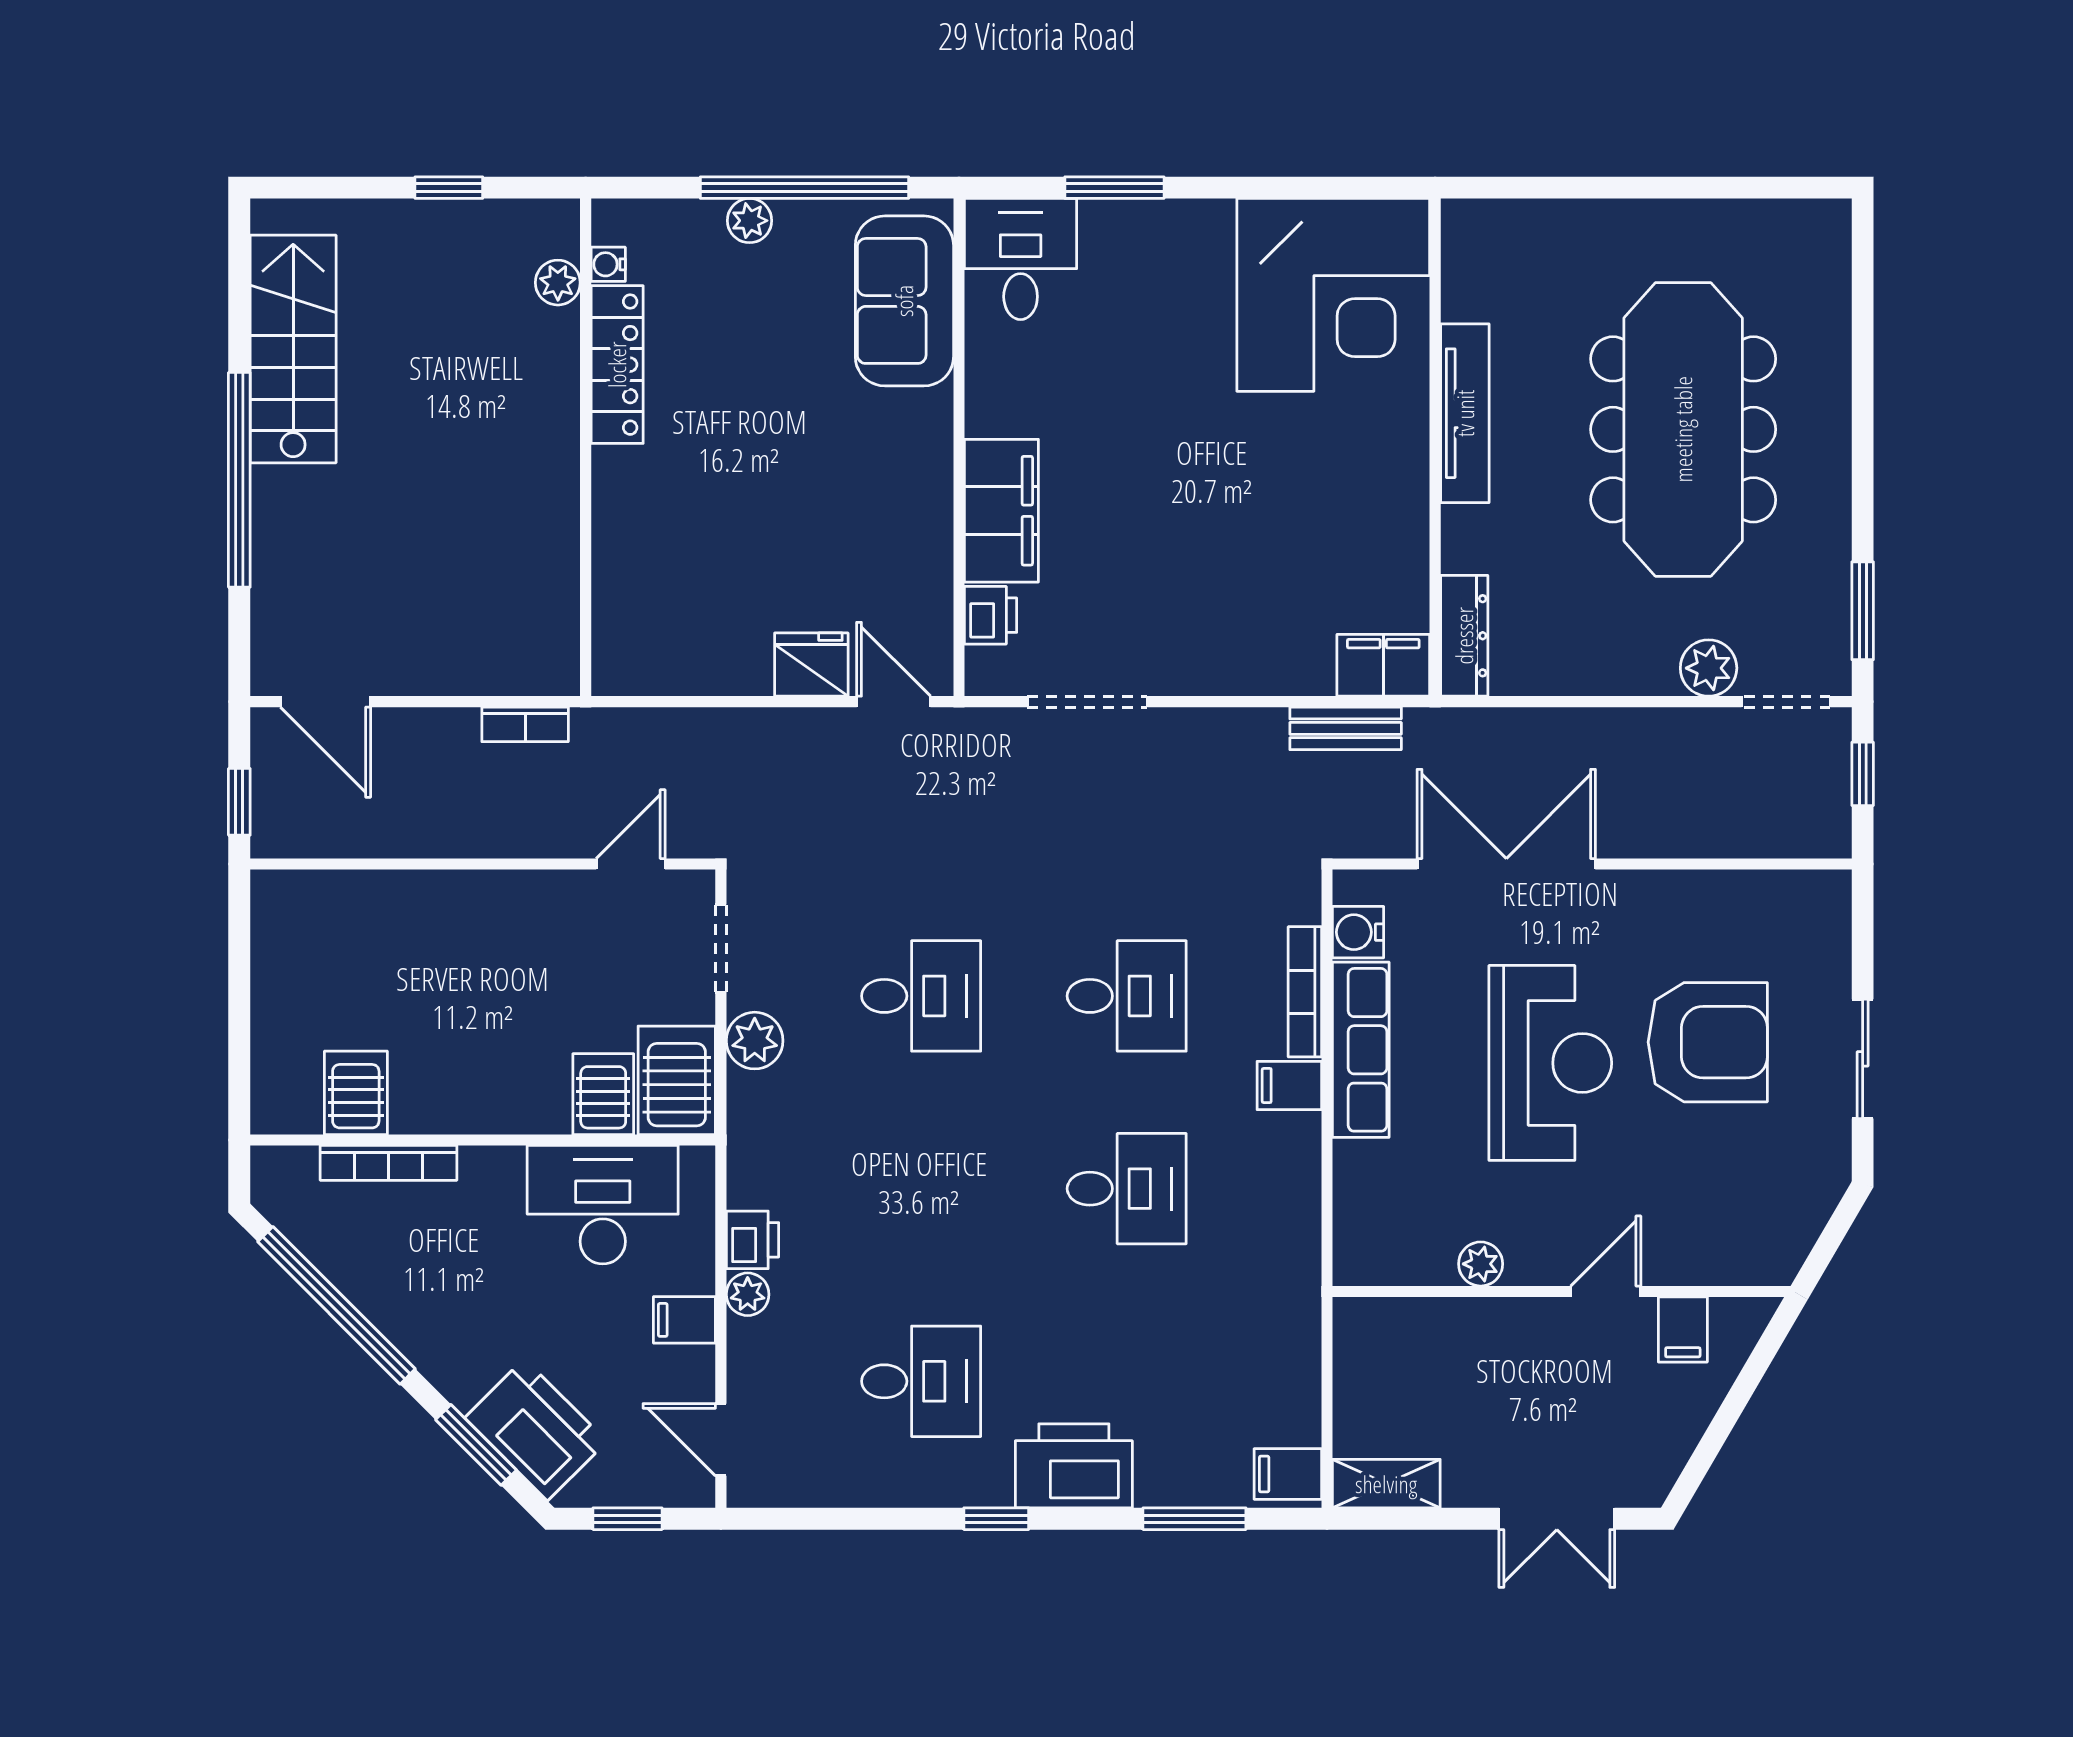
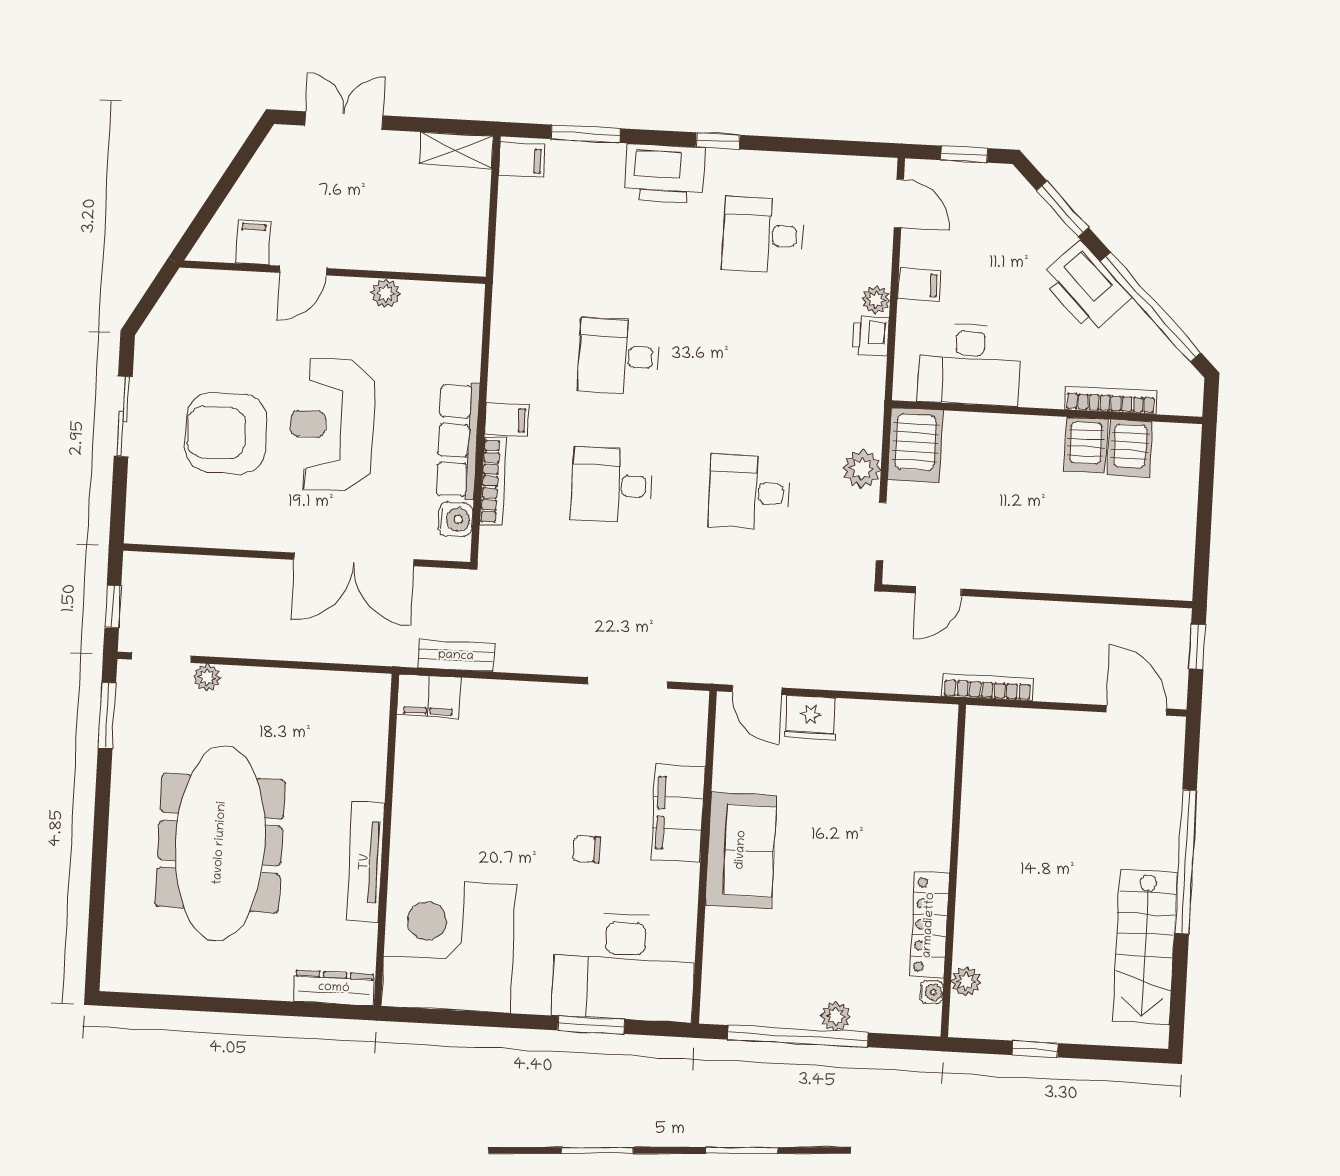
desk: (1021, 259) -> (624, 967), width x1.87, depth x1.30
sofa: (904, 301) -> (741, 850), moved
chair: (1135, 450) -> (587, 849), added
printer: (991, 615) -> (689, 744), removed
dresser: (1464, 636) -> (334, 988), moved, turned 90
plant: (1709, 668) -> (207, 677), width x0.73, depth x0.73
bookcase: (525, 724) -> (987, 687), width x1.56
server rack: (603, 1094) -> (1086, 445), moved
printer: (536, 1430) -> (1085, 288), moved

